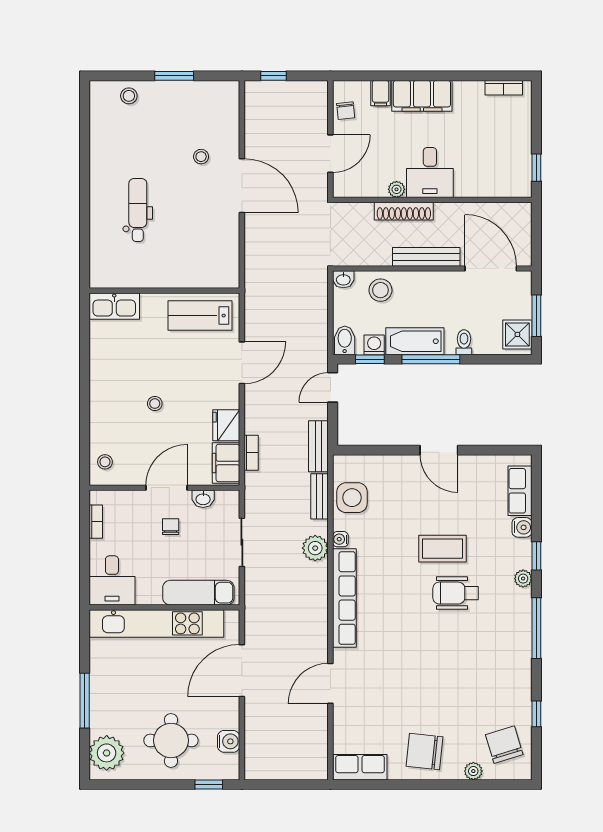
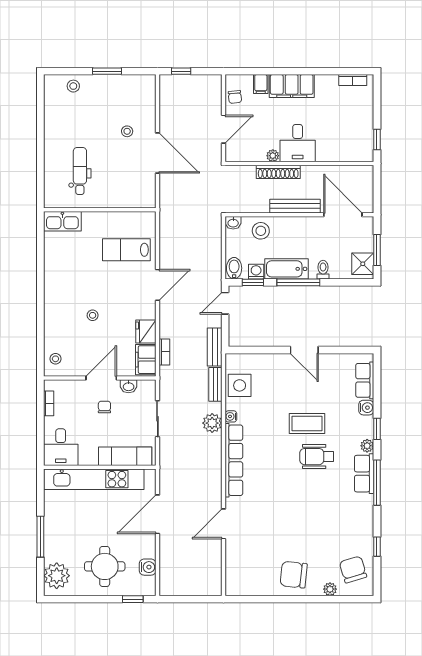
wall: (164, 291) -> (100, 210), moved
kitchen sink: (114, 306) -> (62, 221), moved
row of seats: (360, 767) -> (364, 474), moved, turned -90

